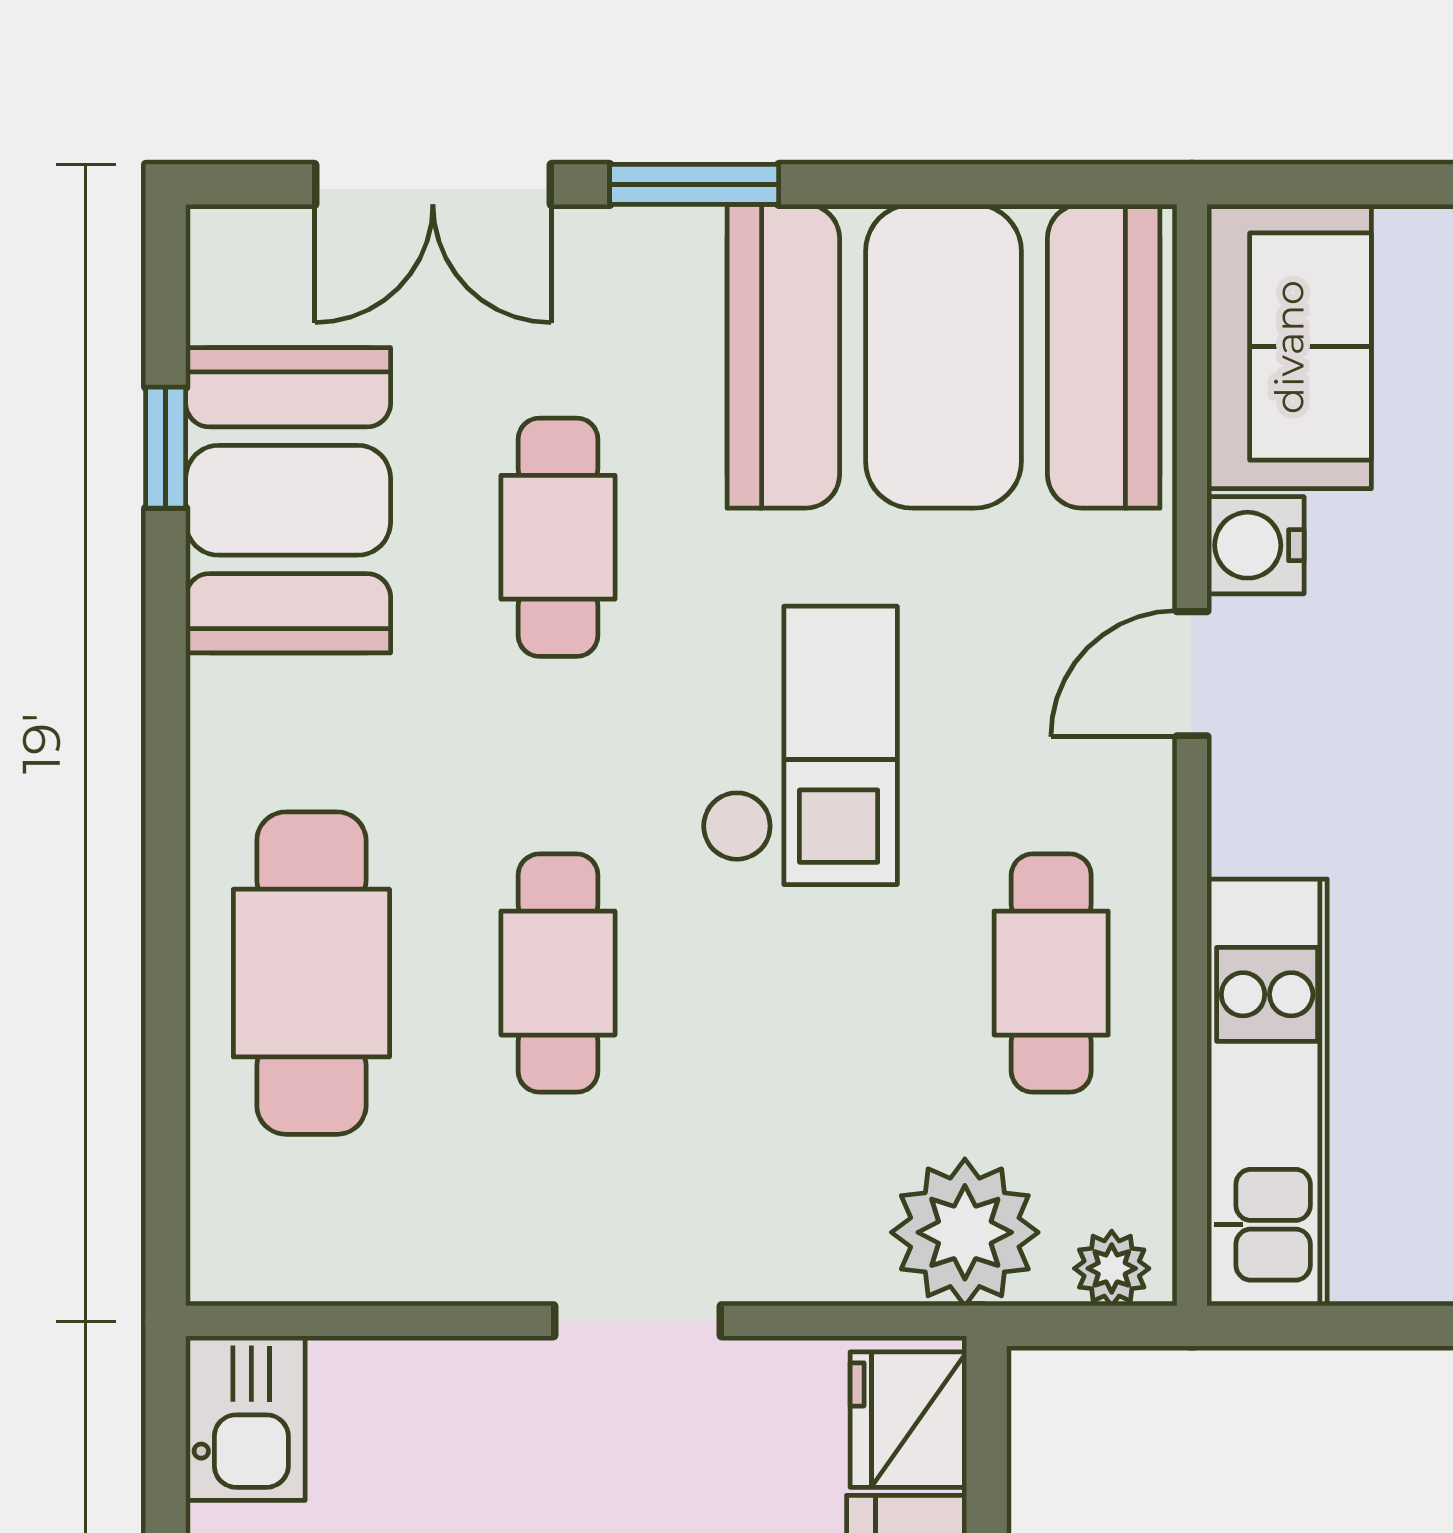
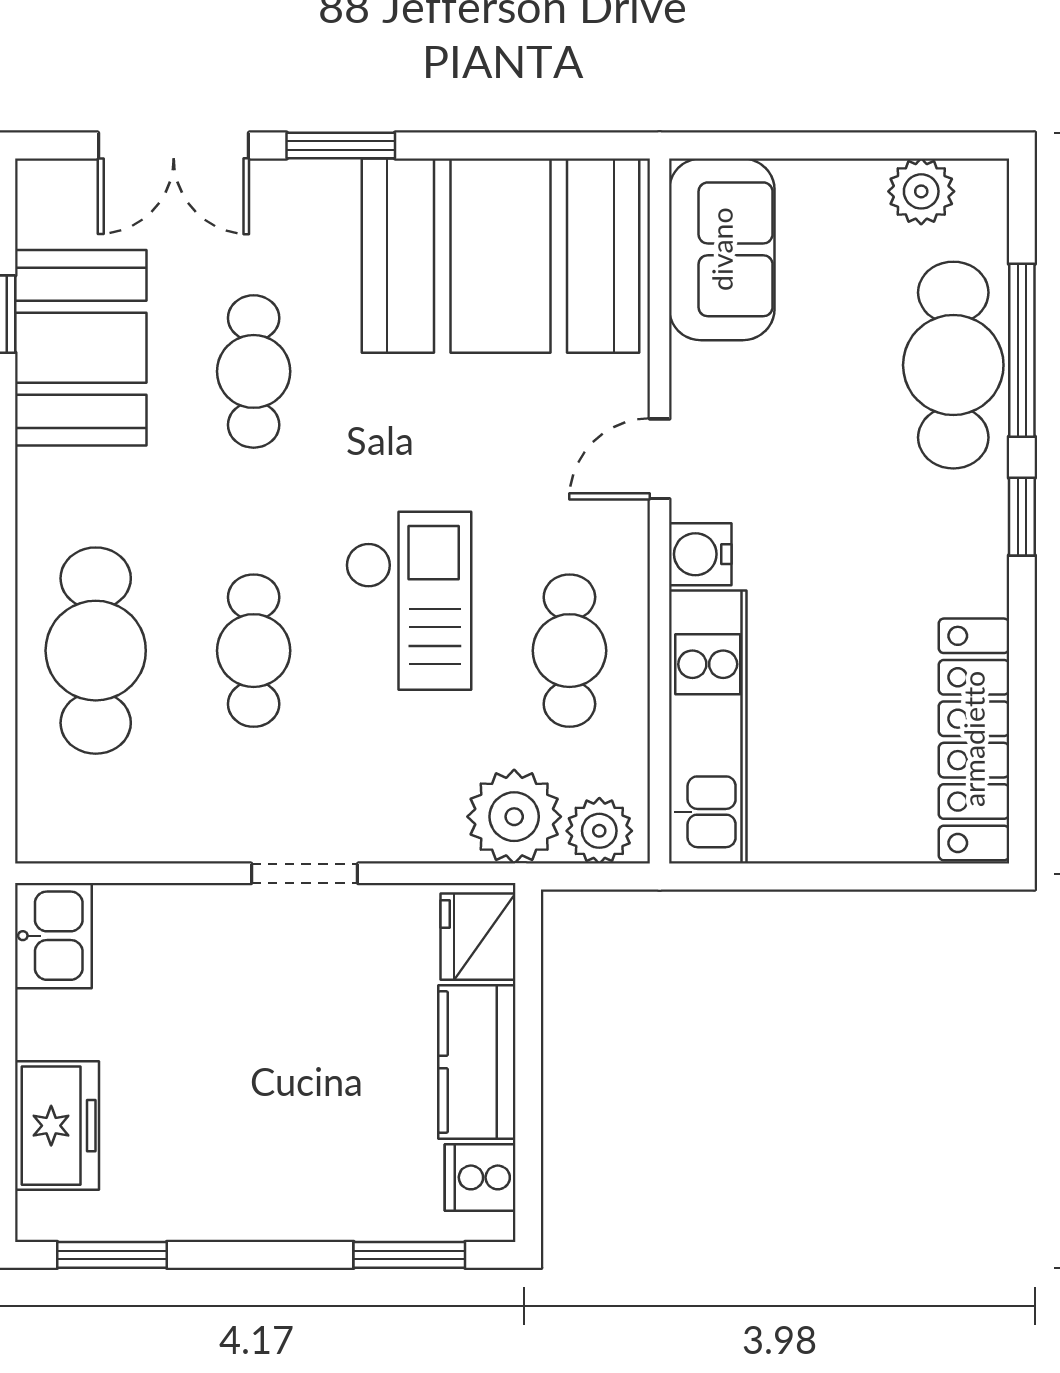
water cooler: (1256, 545) -> (700, 554), moved
checkout: (799, 745) -> (409, 601), moved
plant: (1112, 1268) -> (599, 831), width x1.38, depth x1.38

